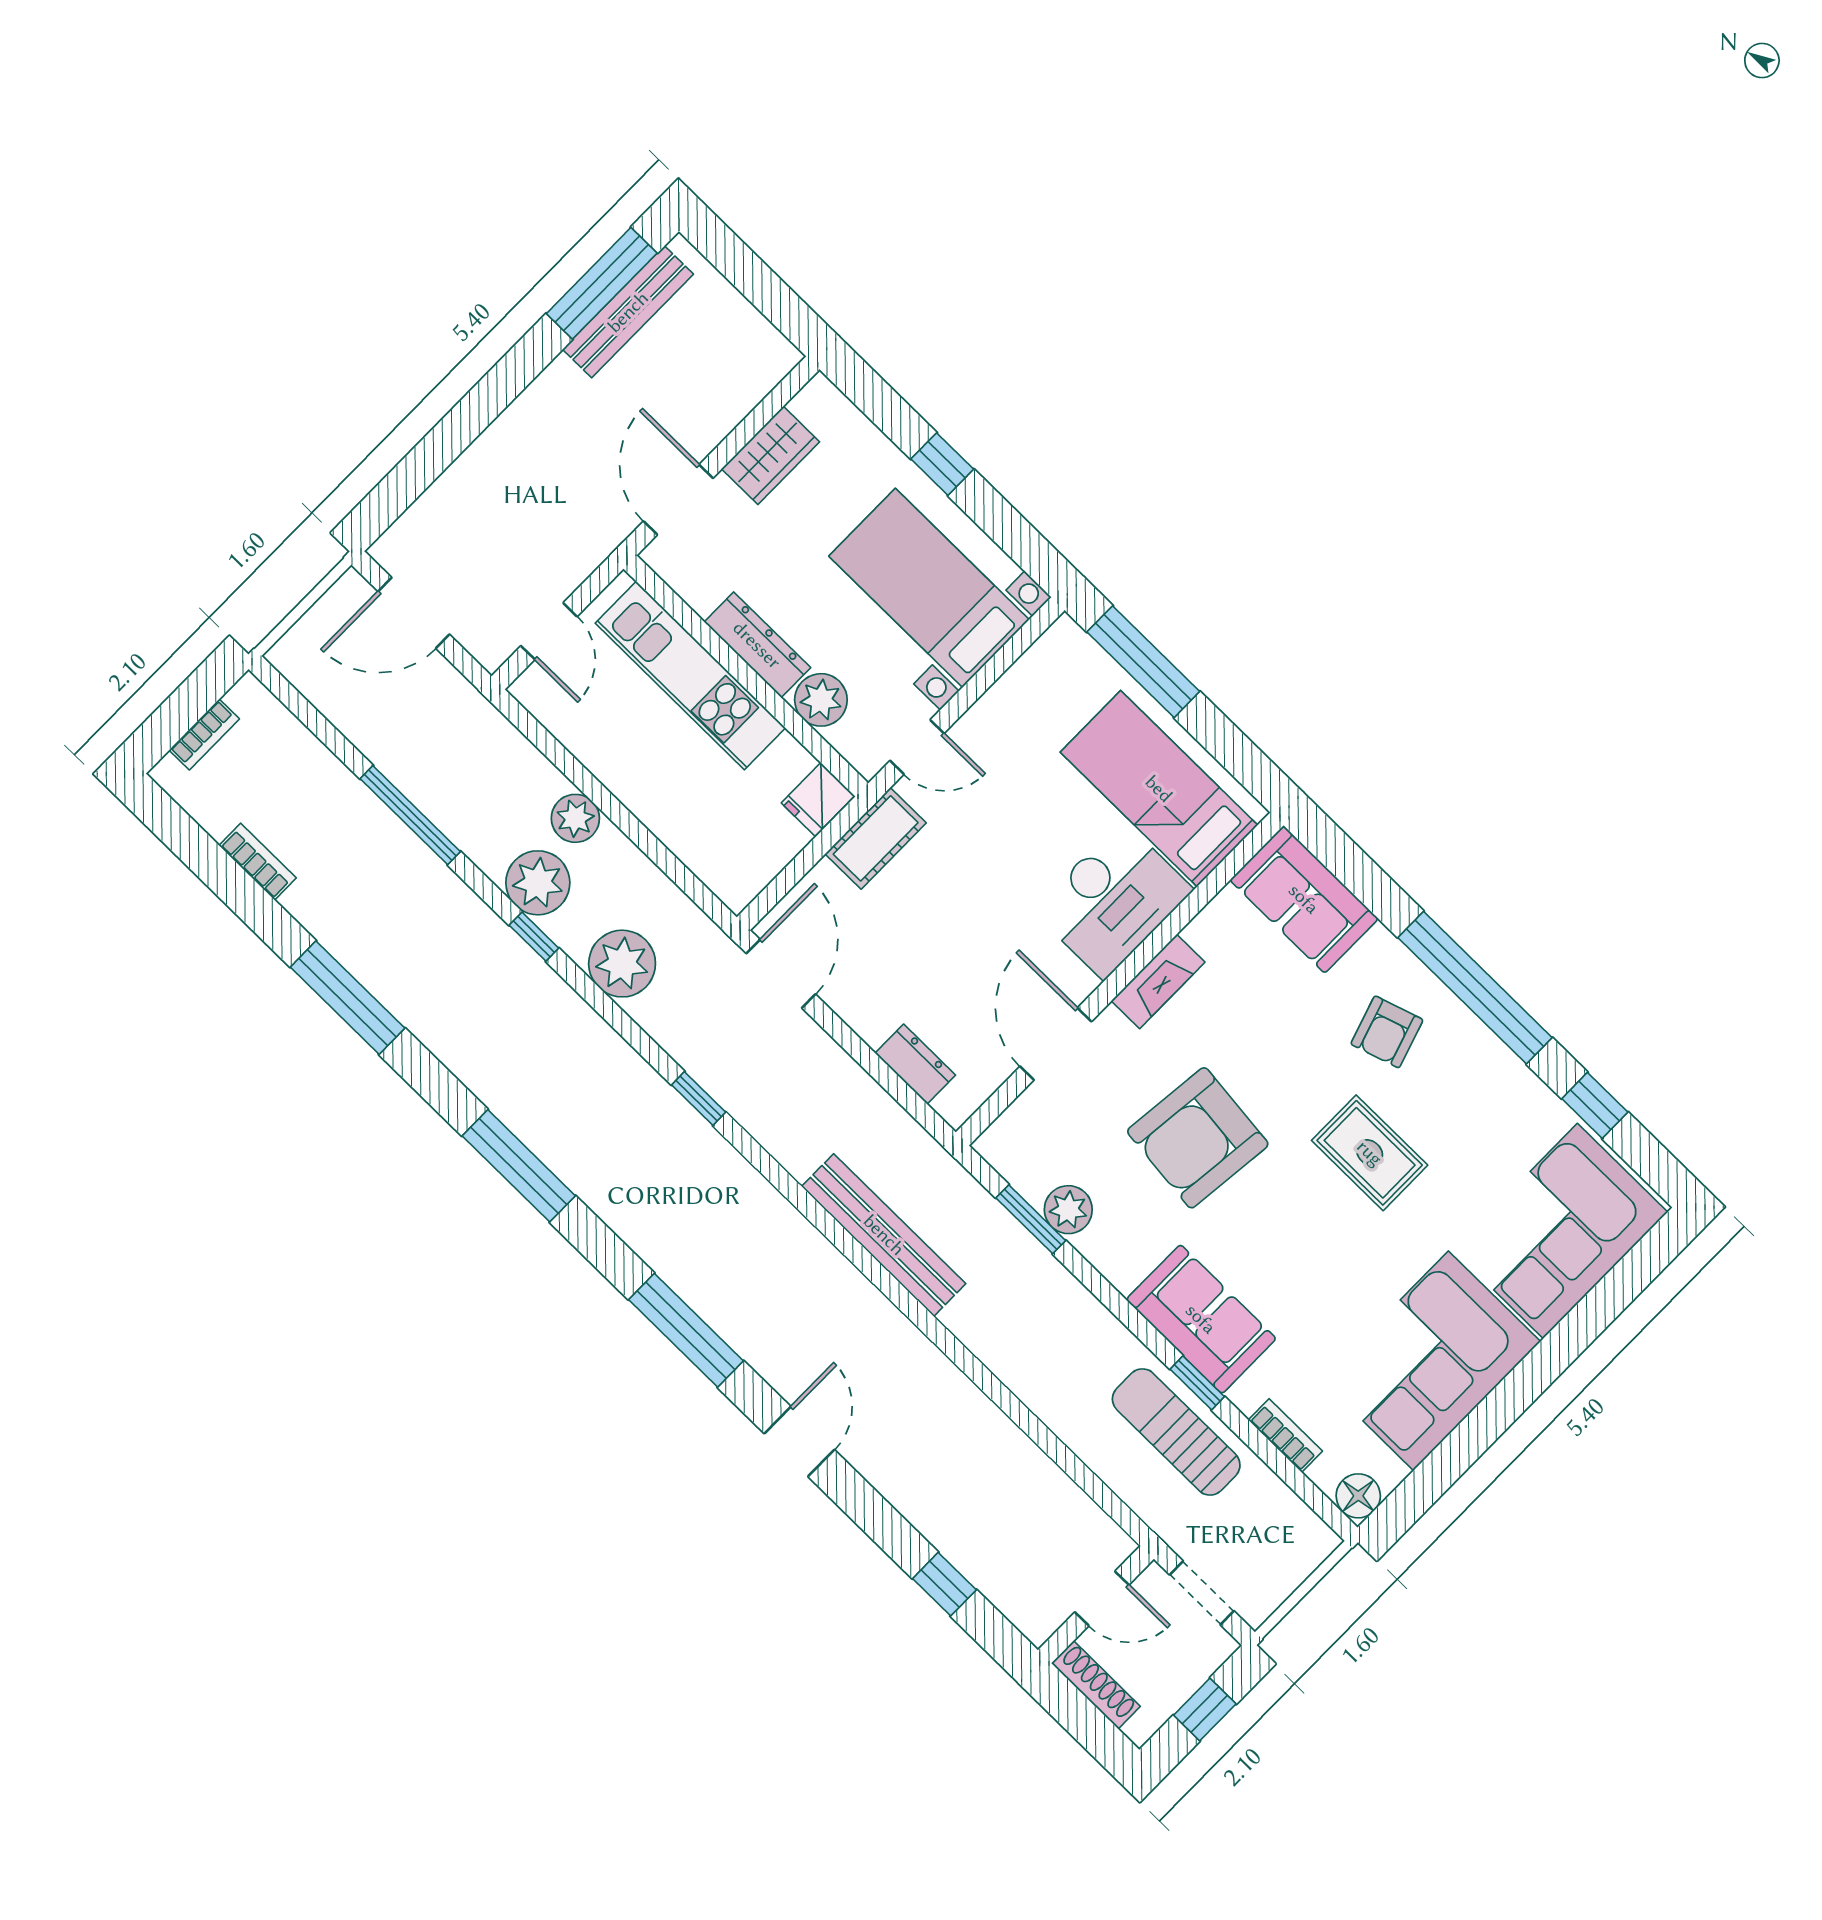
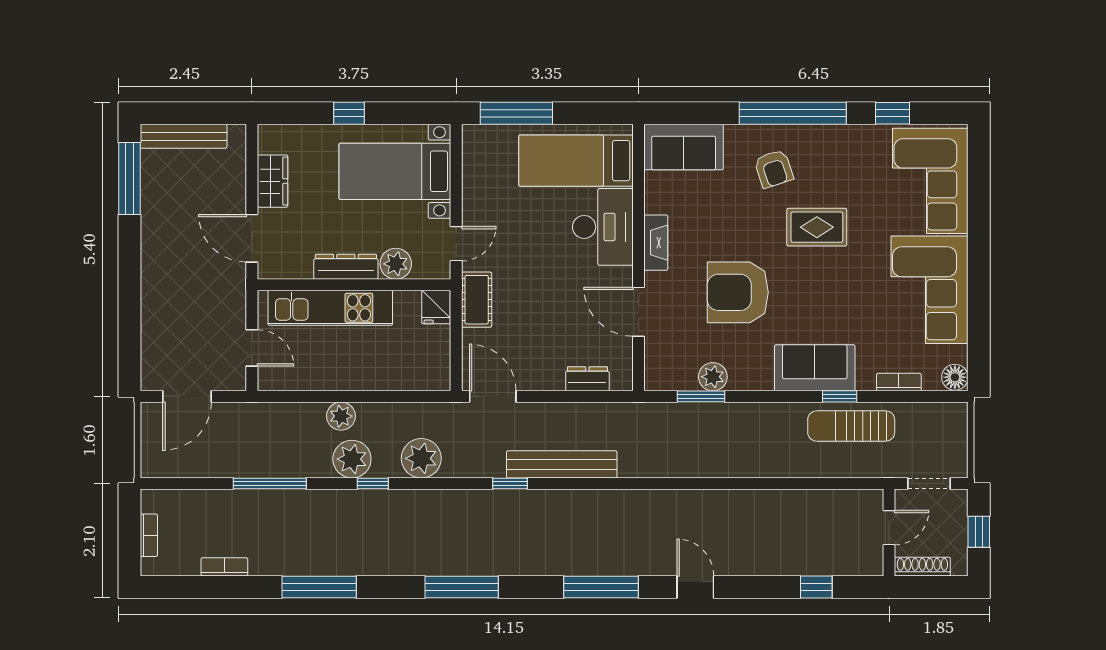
bench: (628, 312) -> (184, 136), moved, turned 90
armchair: (1198, 1138) -> (738, 292), turned 84
bench: (884, 1235) -> (562, 464), moved

